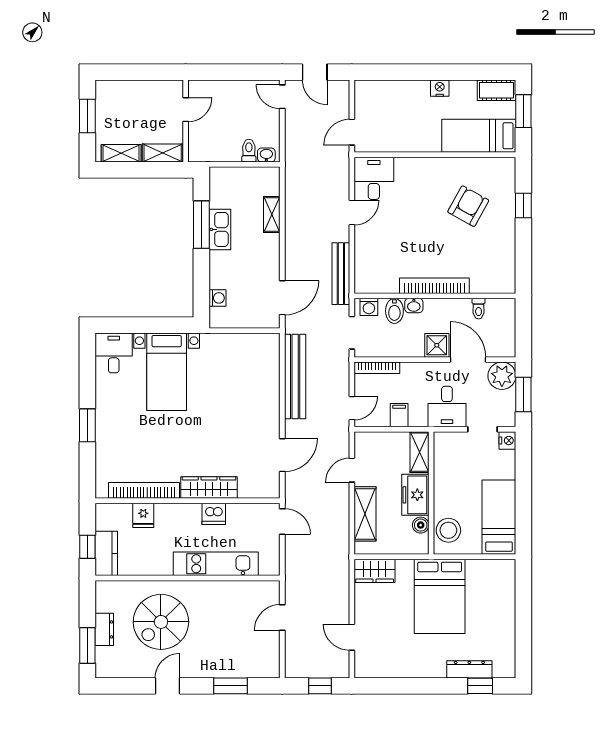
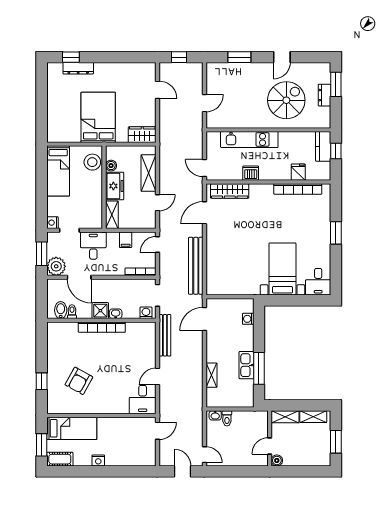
boiler: (175, 88) -> (277, 460), added
bidet: (394, 311) -> (61, 310), moved
shower: (437, 345) -> (100, 311), moved
wardrobe: (209, 488) -> (230, 191), moved

